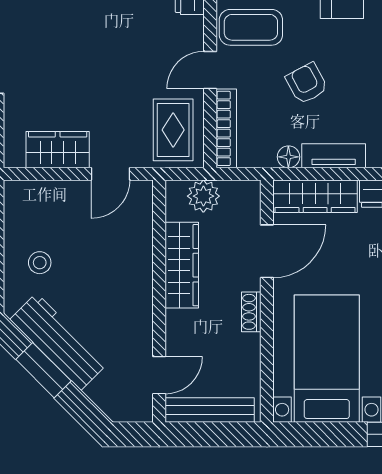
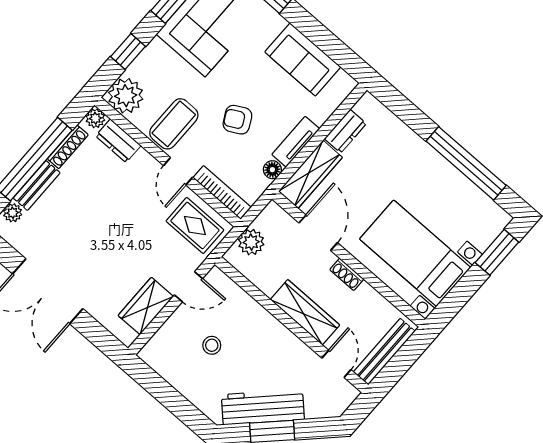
door: (111, 174) -> (188, 287), hinge flipped
stool: (40, 263) -> (212, 345), moved
wardrobe: (182, 265) -> (305, 312), moved

